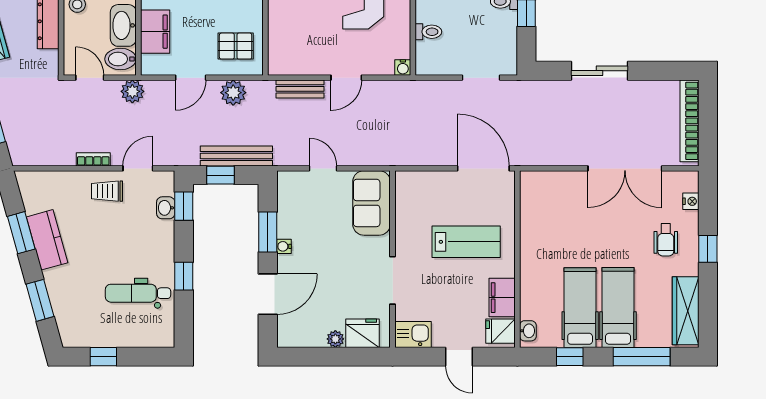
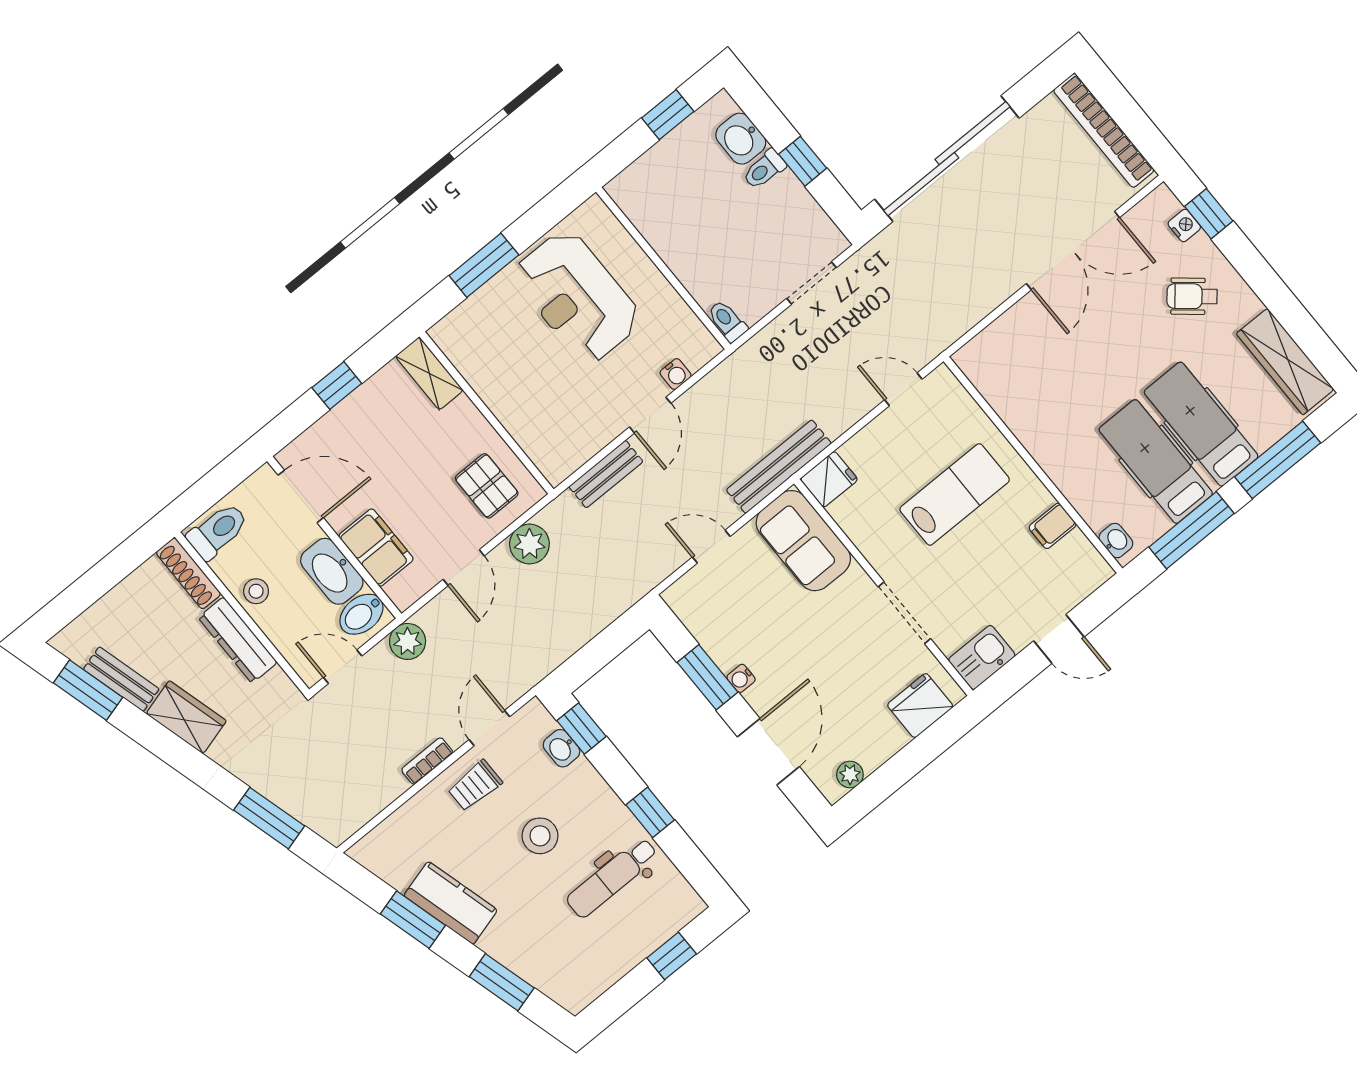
toilet: (428, 32) -> (727, 321), moved, turned -90
pallet: (236, 46) -> (487, 486), turned 90
water cooler: (403, 67) -> (676, 374), moved
sliding door: (600, 71) -> (947, 159), width x1.86
bench: (236, 156) -> (779, 467), moved
door: (483, 168) -> (903, 389), width x0.53
window: (220, 175) -> (595, 655), removed
wheelchair: (666, 240) -> (1192, 296), turned 130
stool: (119, 243) -> (540, 836), added
window: (708, 249) -> (1209, 214), moved
filing cabinet: (502, 298) -> (1053, 526), width x0.50
fridge: (500, 331) -> (829, 479), moved, turned 180
plant: (335, 339) -> (850, 774), moved
window: (103, 357) -> (672, 956), moved
window: (570, 357) -> (1191, 530), width x2.17

